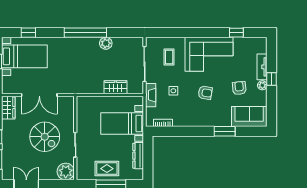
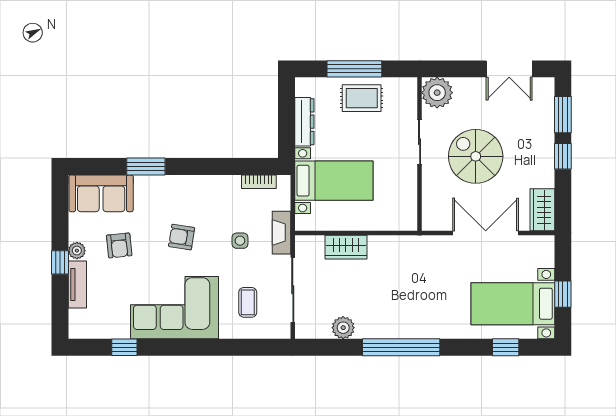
plant: (106, 43) -> (343, 328), moved

